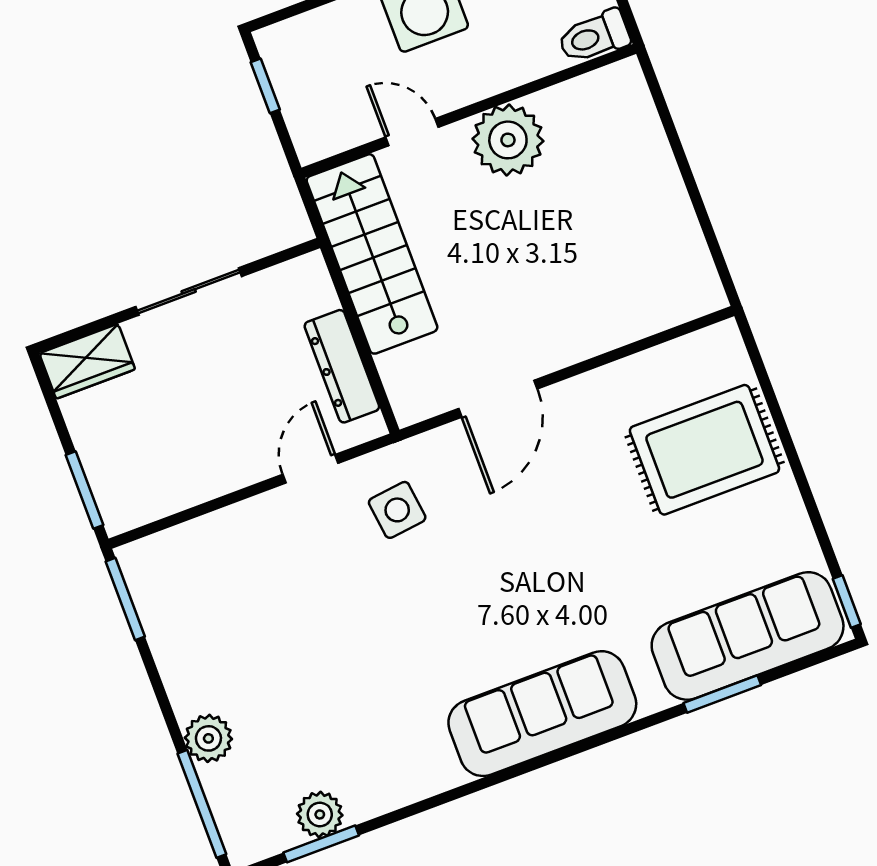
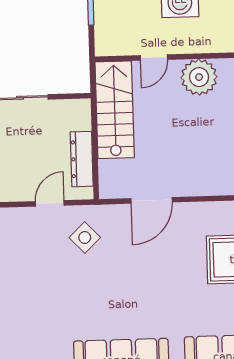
door: (412, 132) -> (154, 58), swing flipped
side table: (397, 510) -> (85, 237), turned -37

